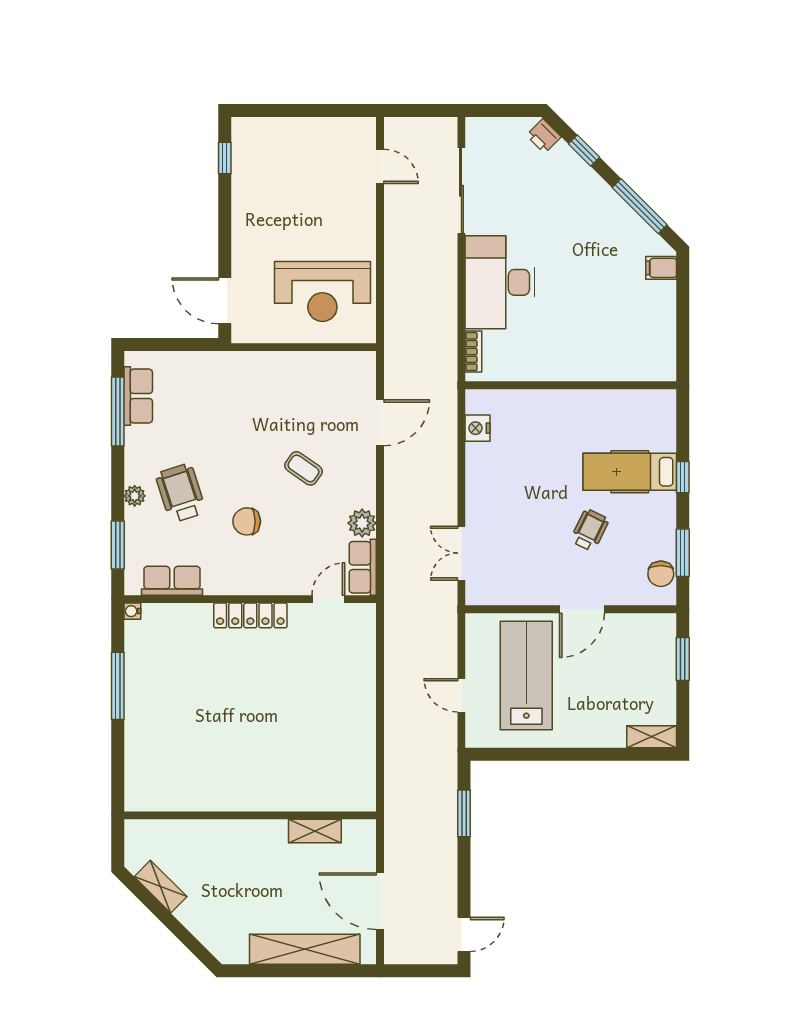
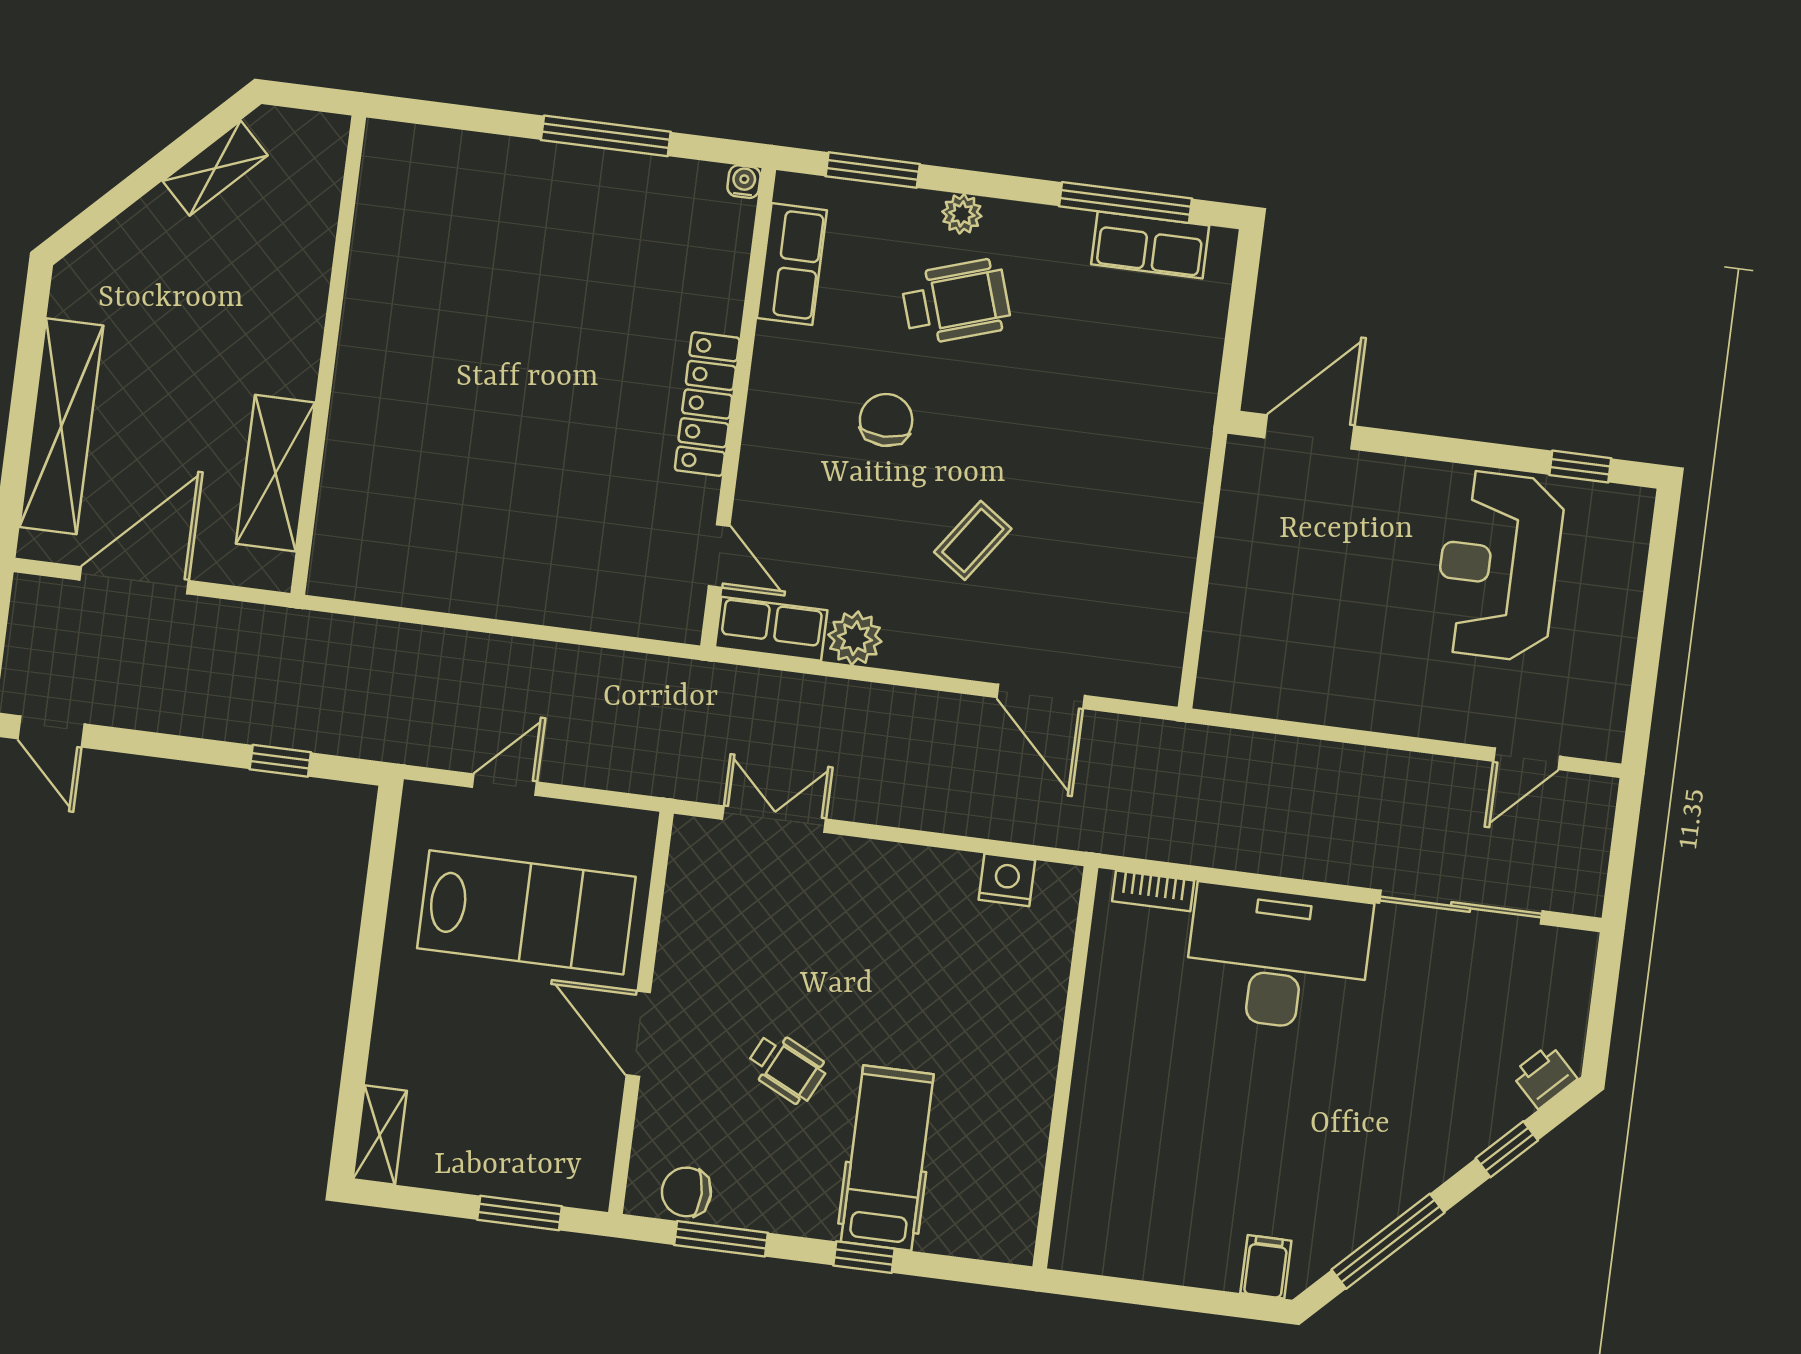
reception desk: (322, 291) -> (1498, 566), moved
window: (464, 813) -> (280, 761), width x0.67
shelving: (315, 831) -> (275, 473), width x1.50, depth x1.33

